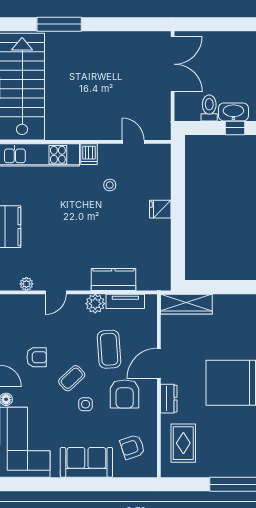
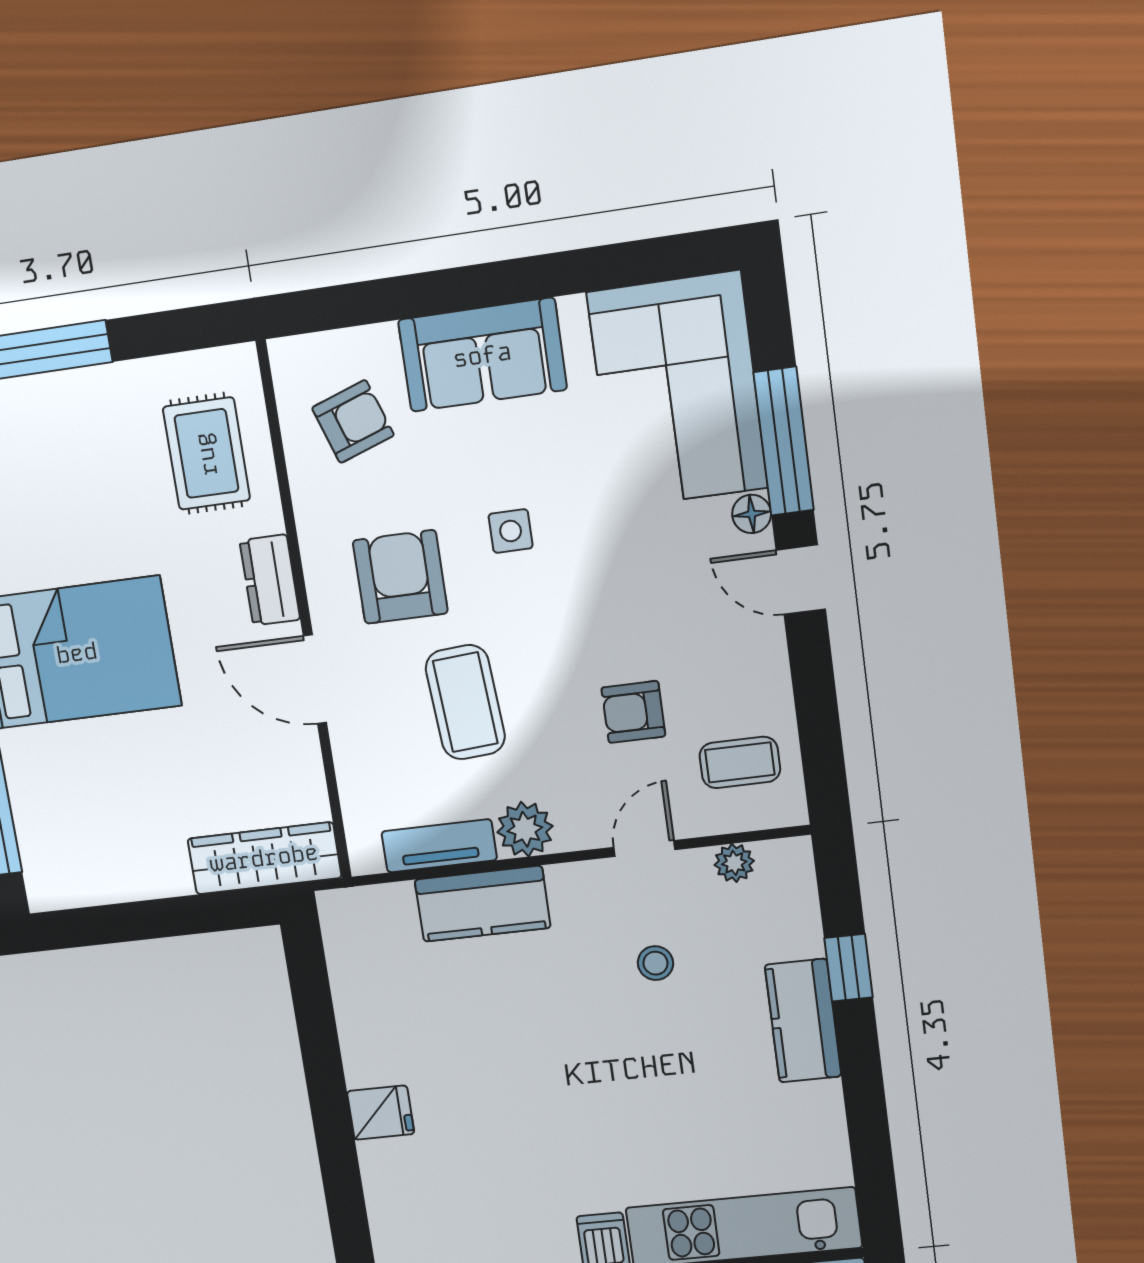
stool: (110, 185) -> (655, 963), moved
armchair: (37, 357) -> (633, 712), moved
door: (159, 363) -> (315, 679), swing flipped
coffee table: (72, 378) -> (740, 762), moved, turned 43

